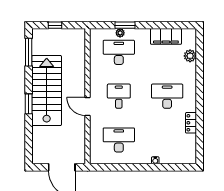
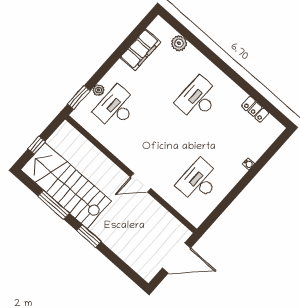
window: (125, 25) -> (79, 97), moved
window: (29, 52) -> (54, 205), moved
stairs: (47, 90) -> (66, 185), moved
desk: (119, 96) -> (157, 144), removed
locker: (191, 123) -> (255, 109), moved

